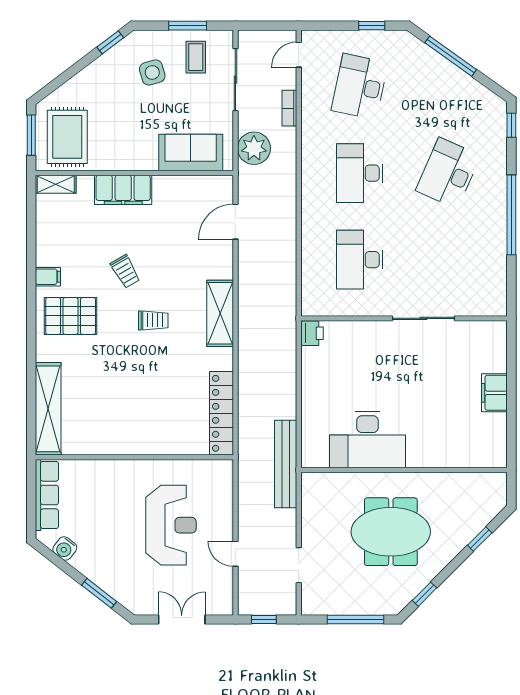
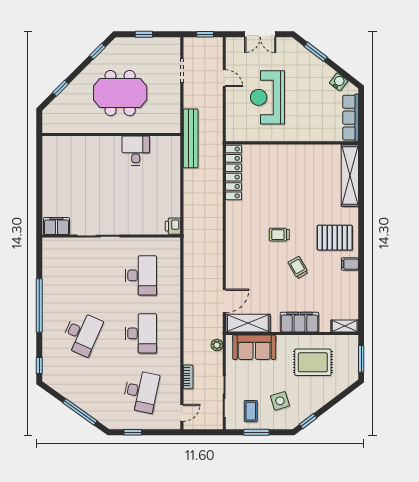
rug: (67, 137) -> (313, 362), moved, turned 90
plant: (254, 148) -> (217, 345), width x0.53, depth x0.53
shelving: (220, 313) -> (248, 323), moved, turned 90
filing cabinet: (494, 393) -> (56, 226), moved, turned -90
desk: (367, 440) -> (136, 150), width x0.53, depth x0.77
window: (355, 619) -> (144, 34), width x0.46

